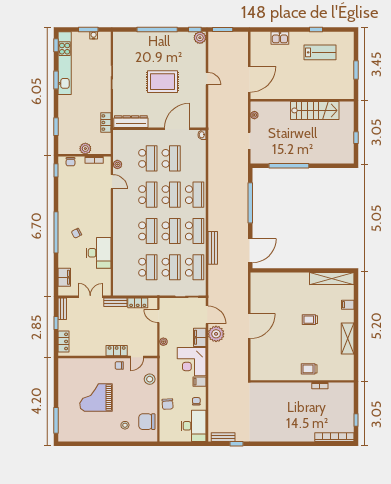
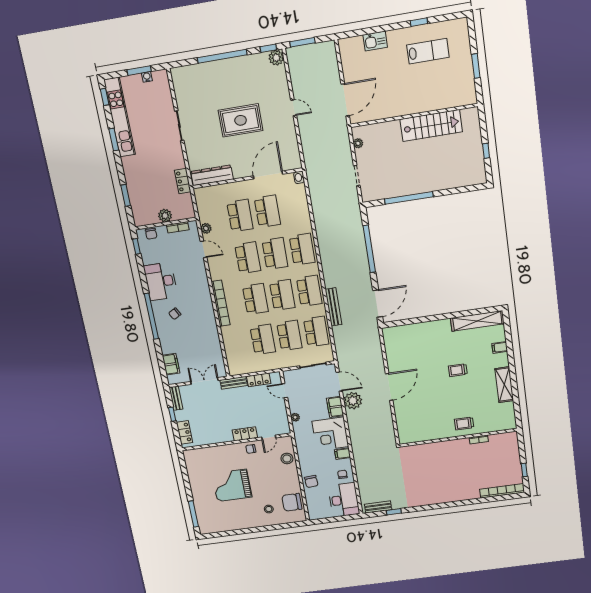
bookcase: (118, 230) -> (221, 303), added
desk: (99, 253) -> (161, 281), moved, turned 180

